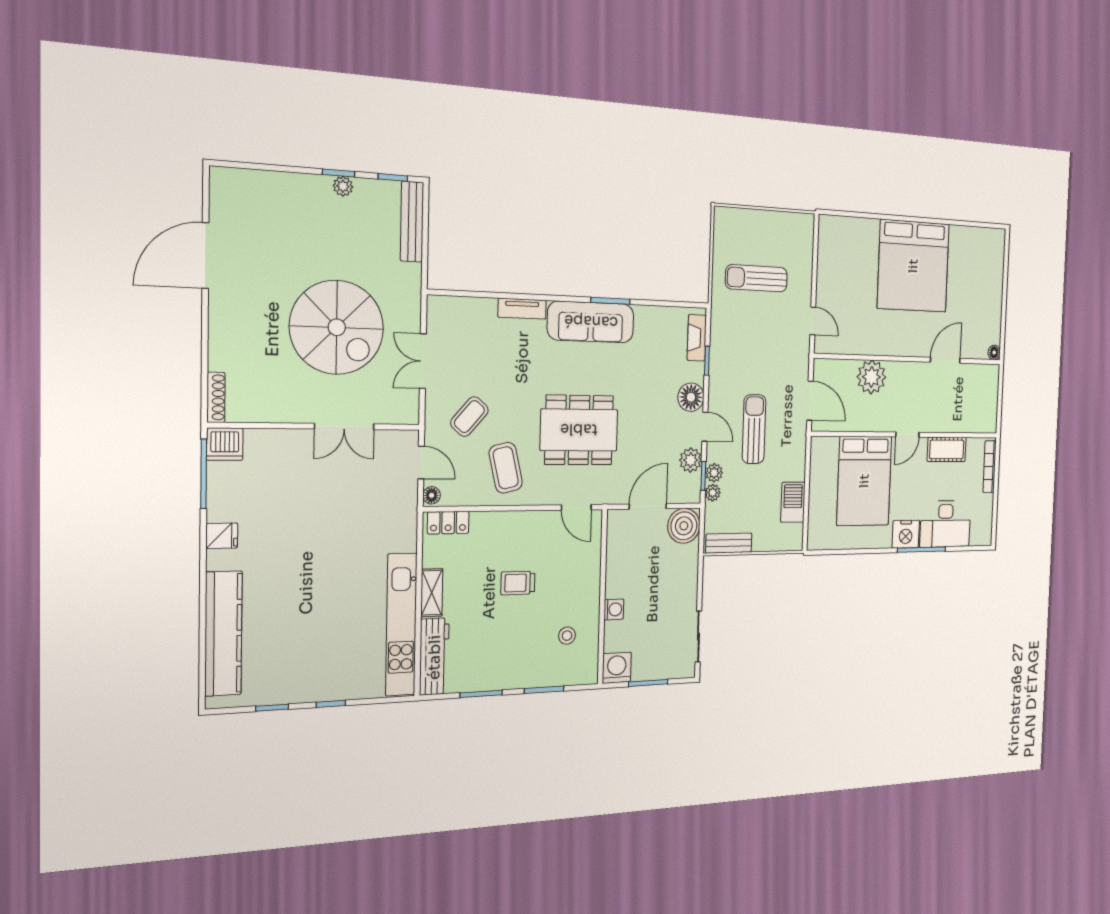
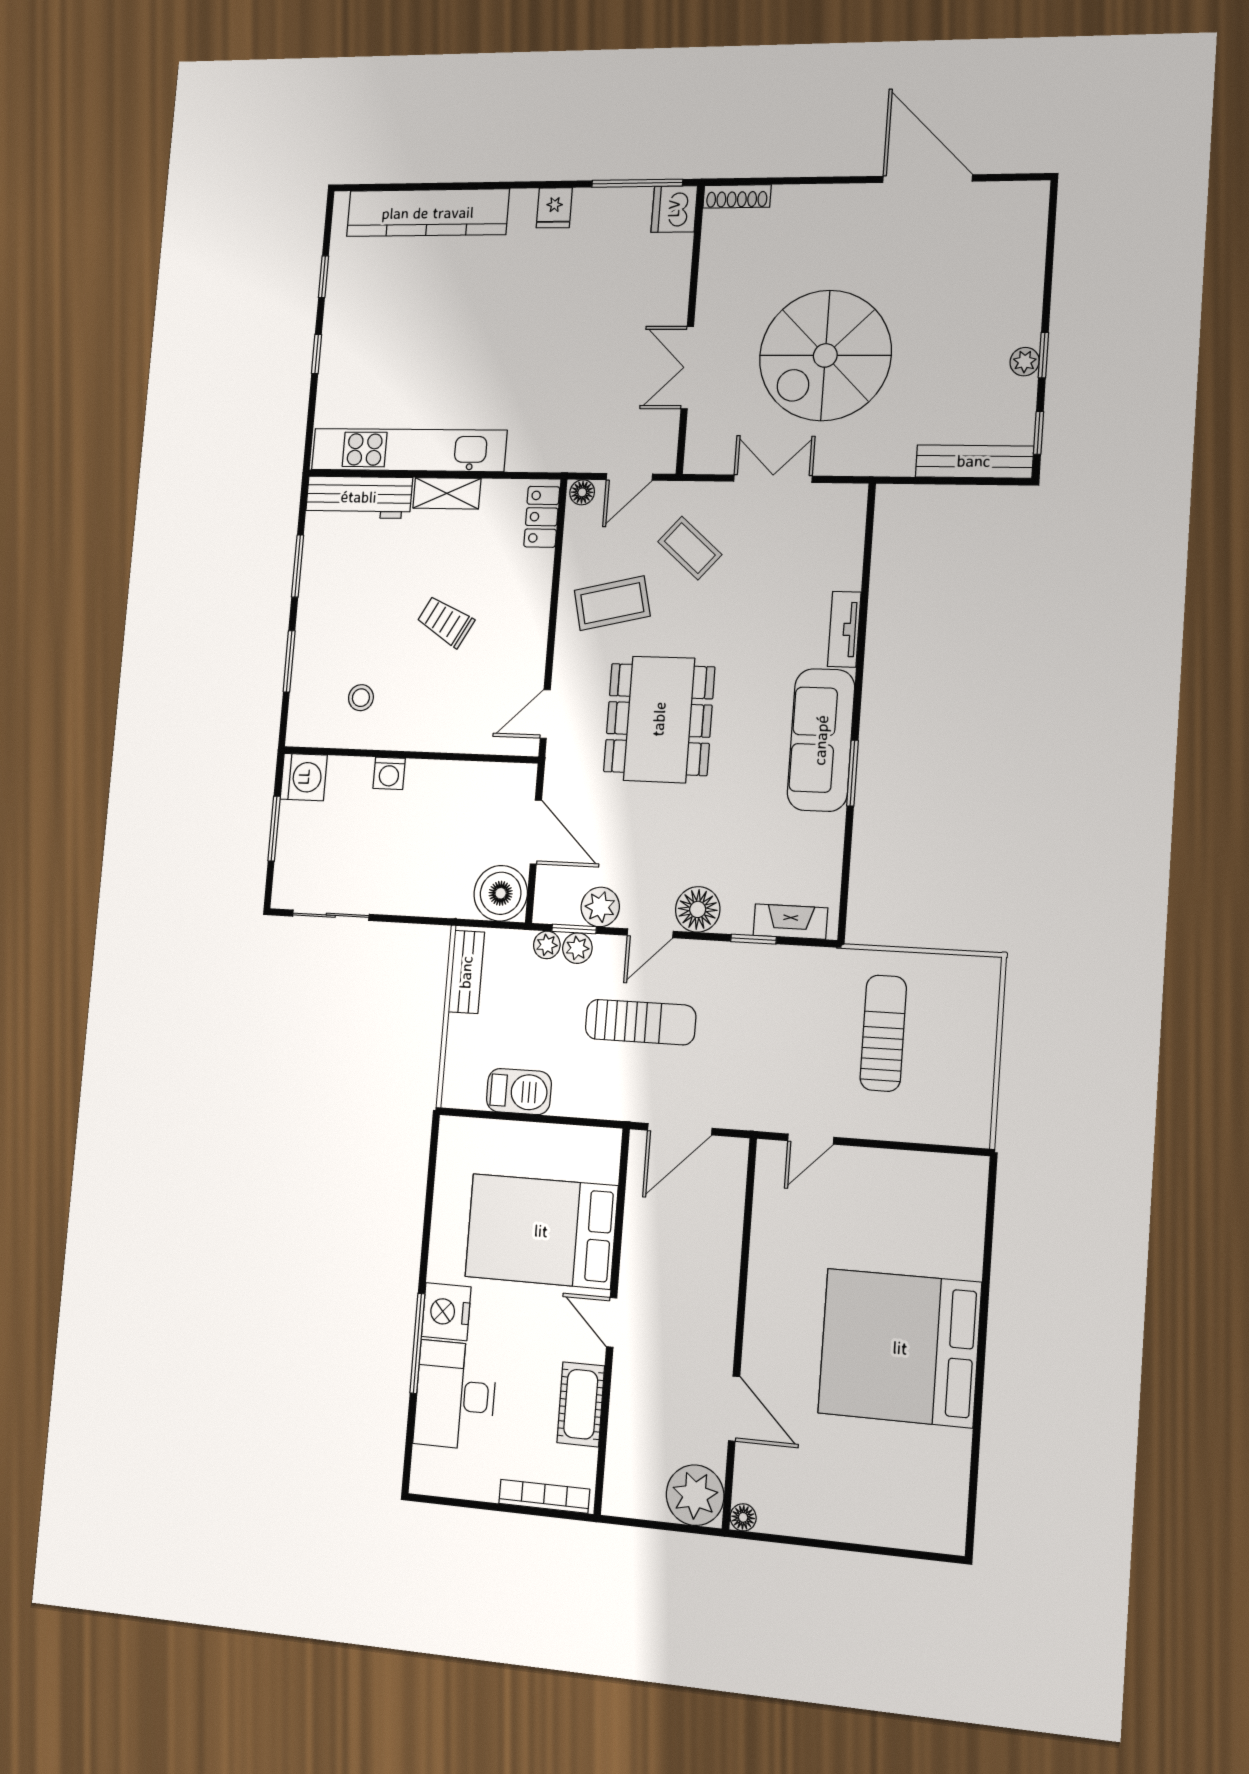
plant: (871, 377) -> (695, 1495), moved
trolley: (518, 583) -> (445, 622), turned -61

